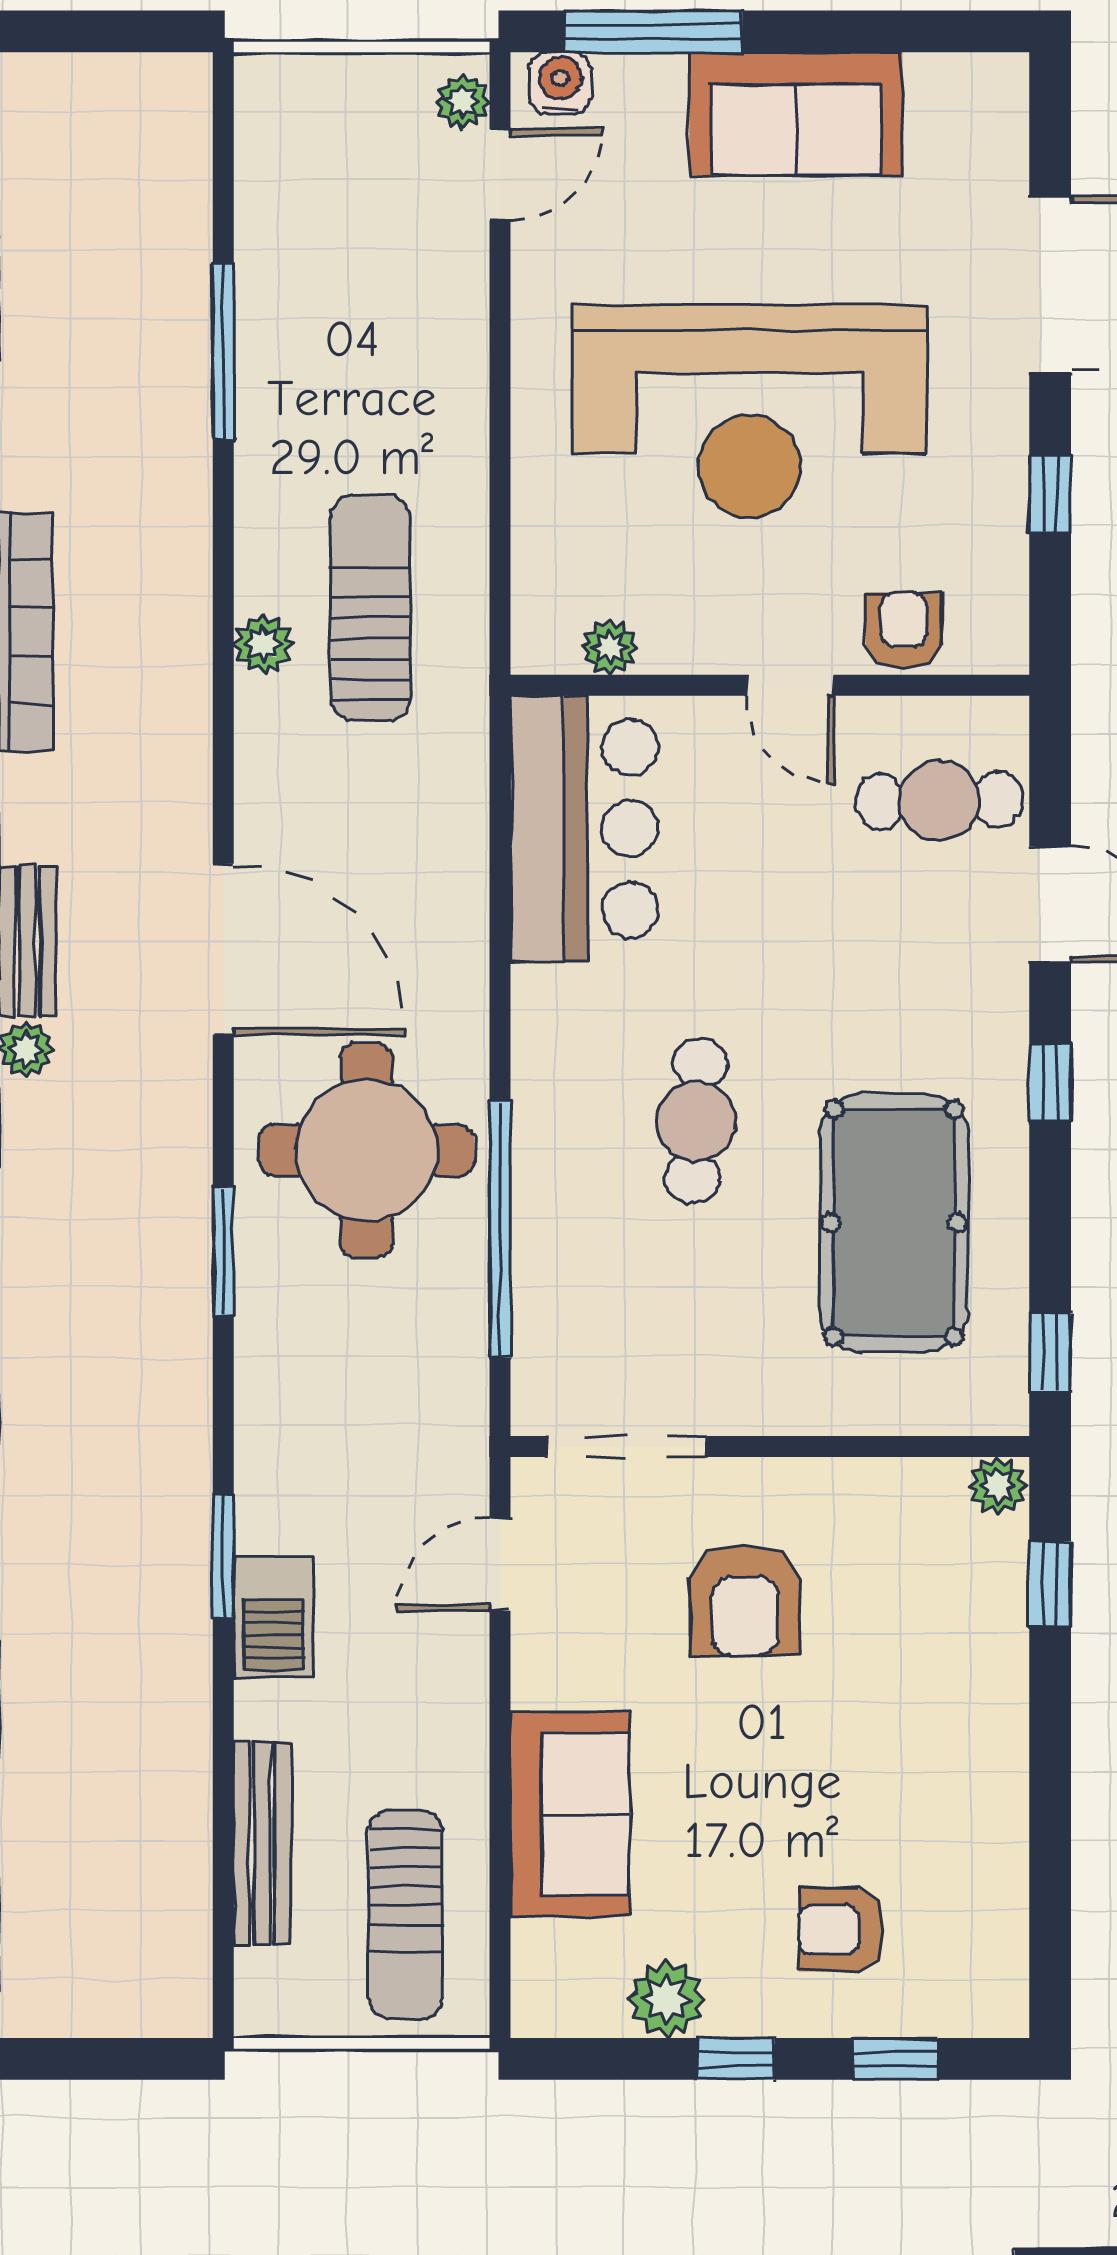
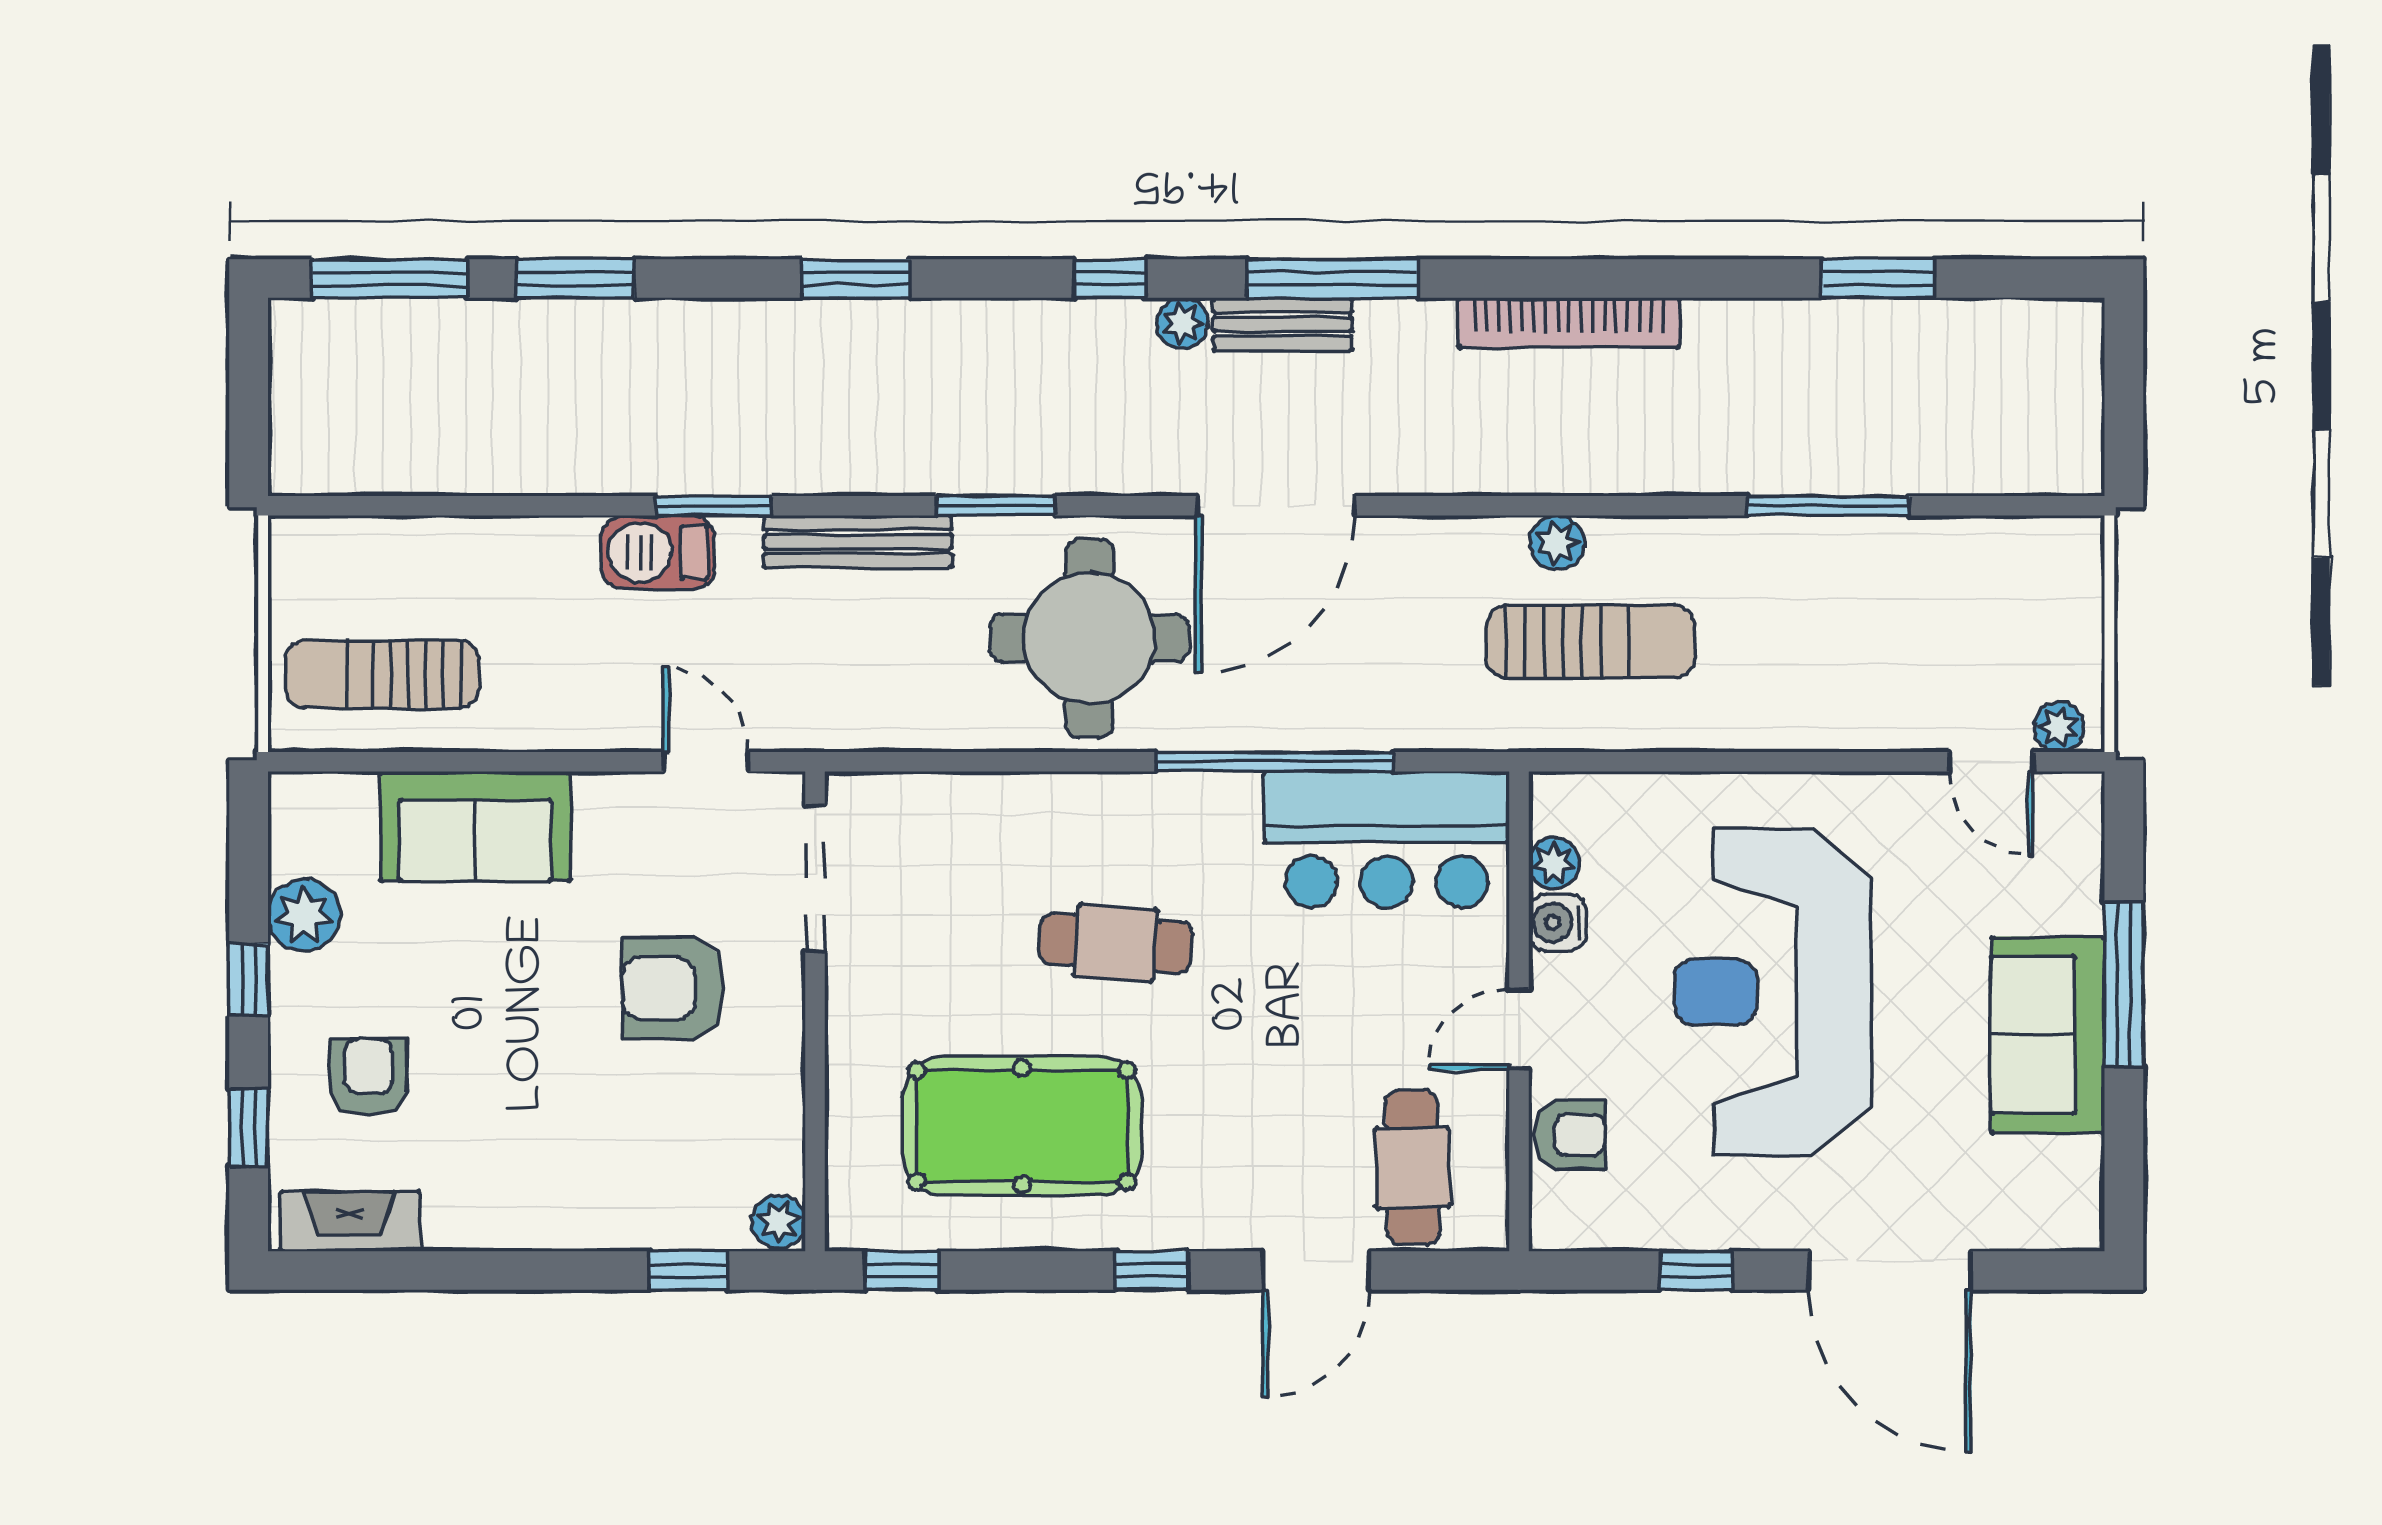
window: (653, 31) -> (2124, 984), moved
water cooler: (560, 83) -> (1557, 923), moved, turned 180
window: (500, 1229) -> (1274, 762), moved
bench: (262, 1843) -> (858, 542), moved
fireplace: (997, 1949) -> (350, 1221), added

